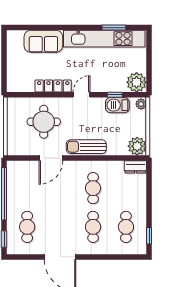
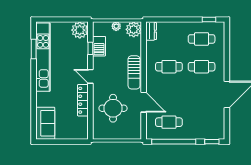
sofa: (43, 41) -> (45, 123), moved
plant: (141, 104) -> (116, 26), moved
cafe table: (27, 227) -> (169, 122), moved

